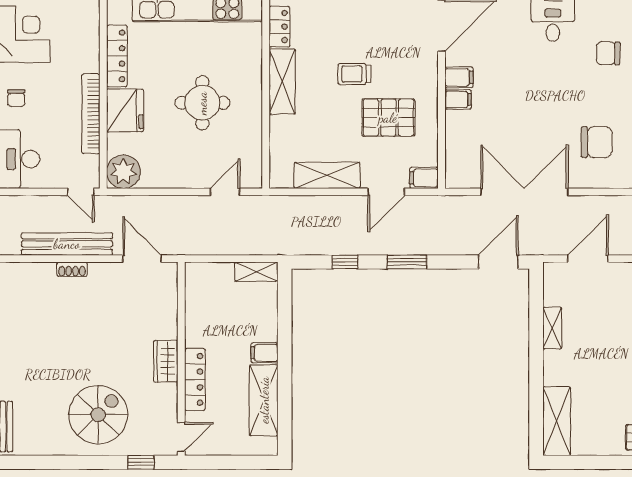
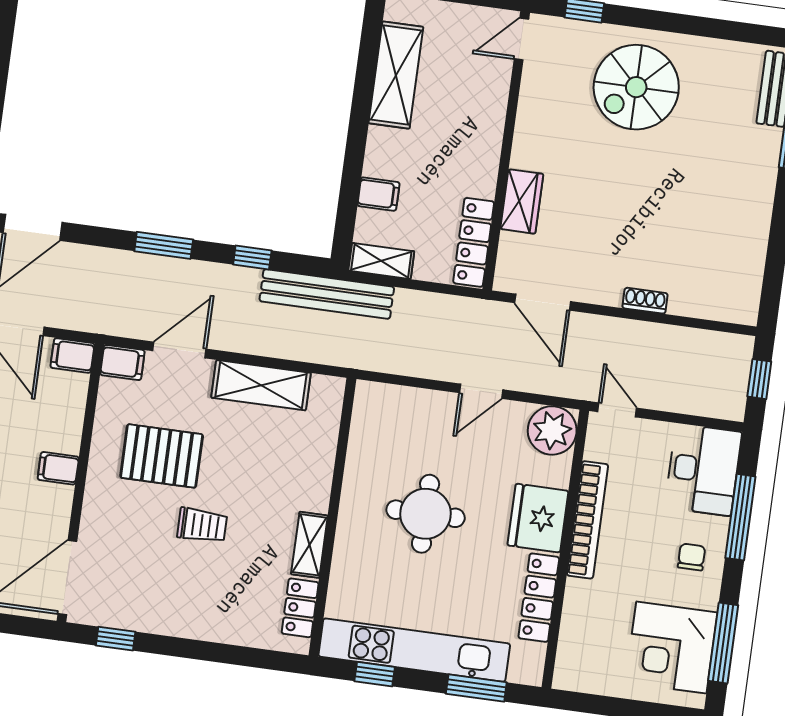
filing cabinet: (459, 77) -> (72, 356), moved
shelving: (282, 82) -> (309, 545), width x0.67, depth x0.75
door: (225, 192) -> (481, 391), moved
bench: (67, 244) -> (327, 294), moved
filing cabinet: (265, 353) -> (379, 194), moved
wardrobe: (166, 361) -> (522, 201), moved
locker: (195, 379) -> (474, 242), moved

